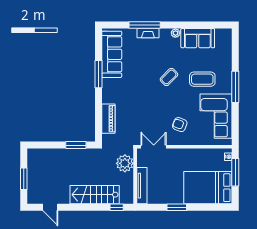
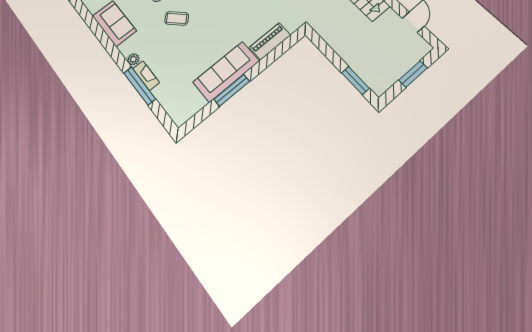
plant: (175, 33) -> (133, 59), moved
sofa: (112, 54) -> (226, 71), moved
window: (76, 145) -> (355, 80), moved

